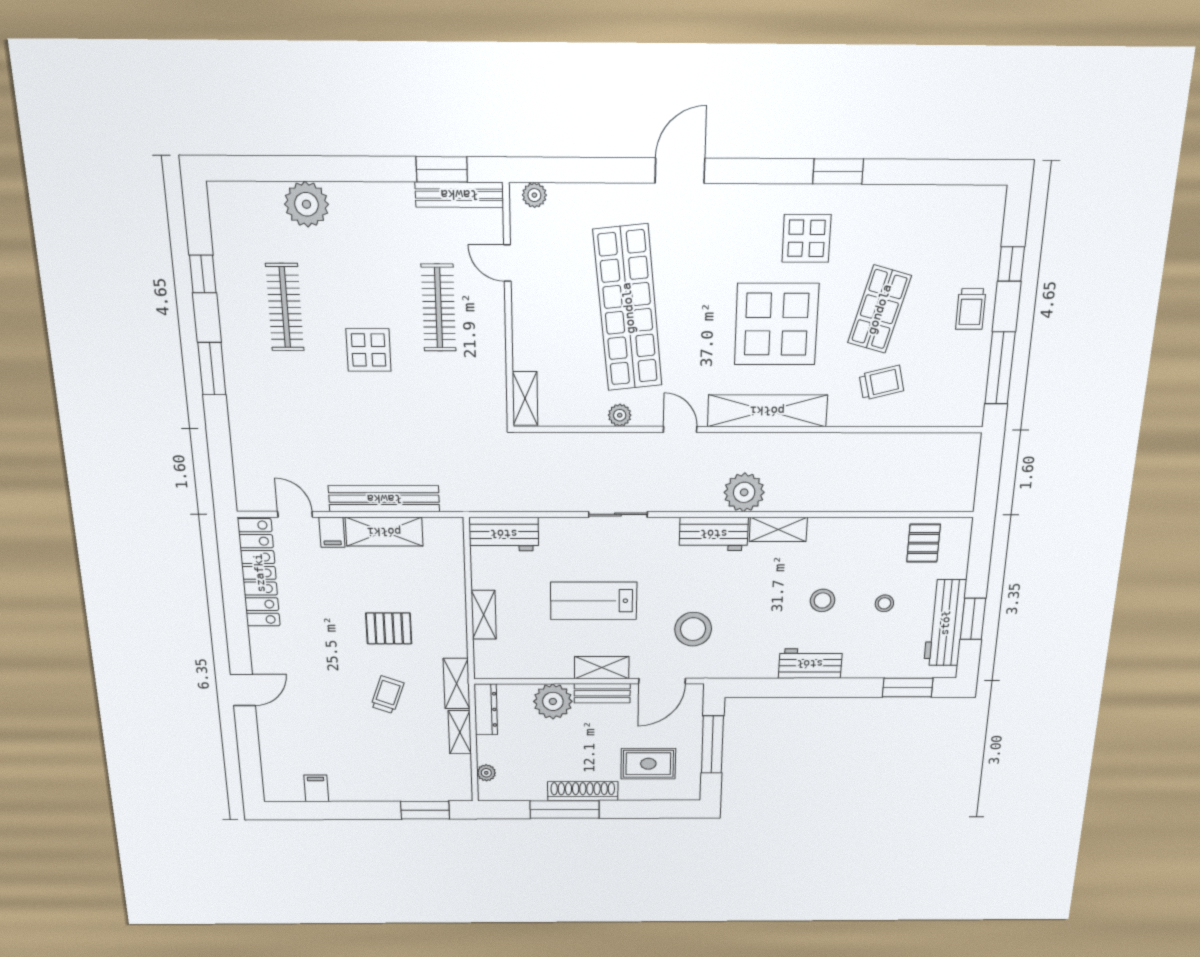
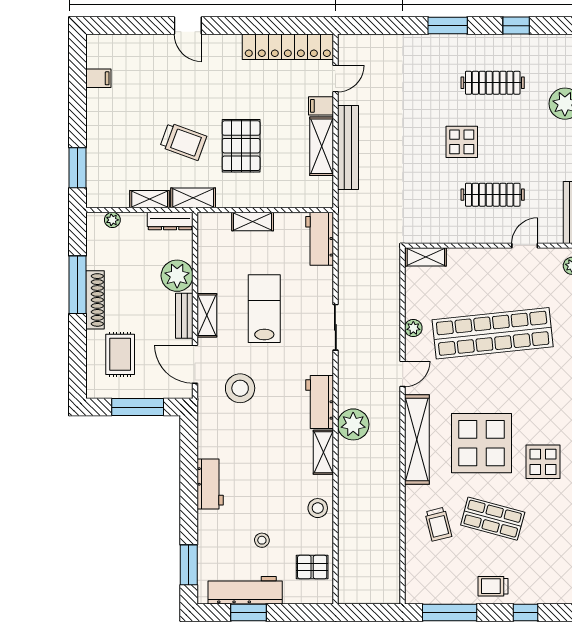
stool: (823, 600) -> (318, 508), moved
pallet: (389, 628) -> (241, 146), width x1.50, depth x1.42
trolley: (387, 695) -> (183, 142), width x1.36, depth x1.39

